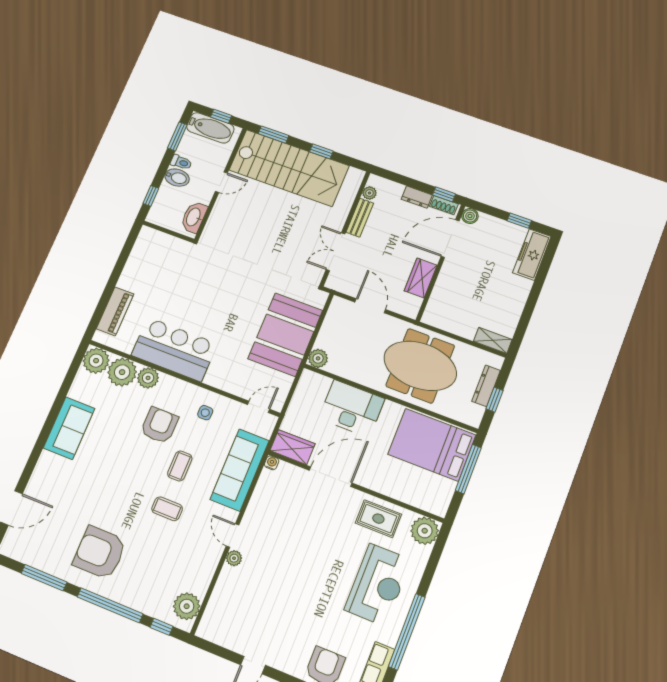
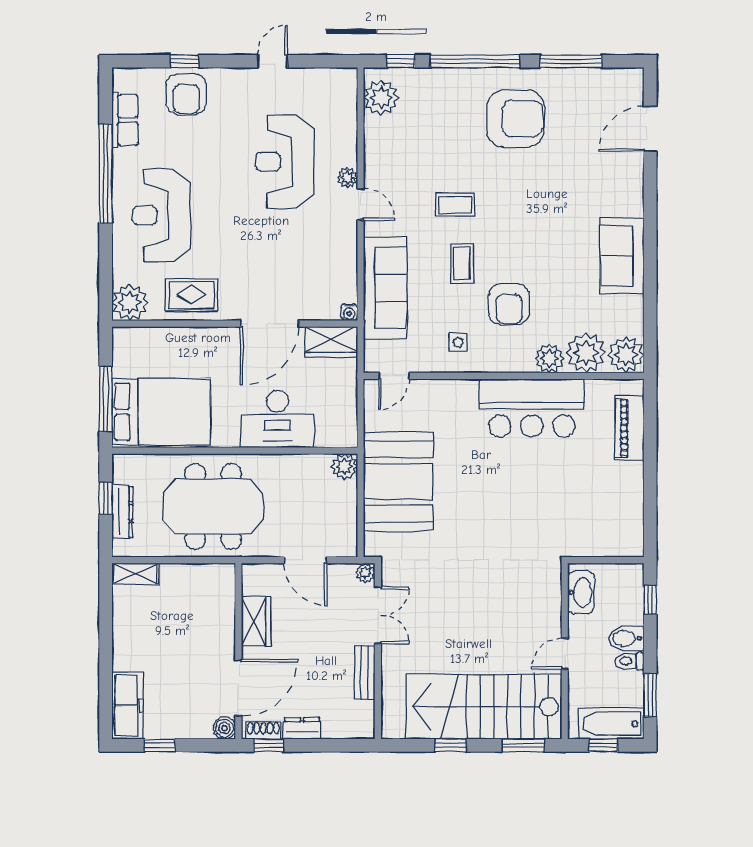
plant: (369, 193) -> (365, 573), moved
reception desk: (274, 588) -> (285, 162), added

